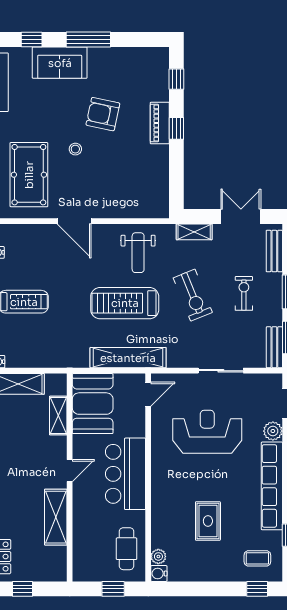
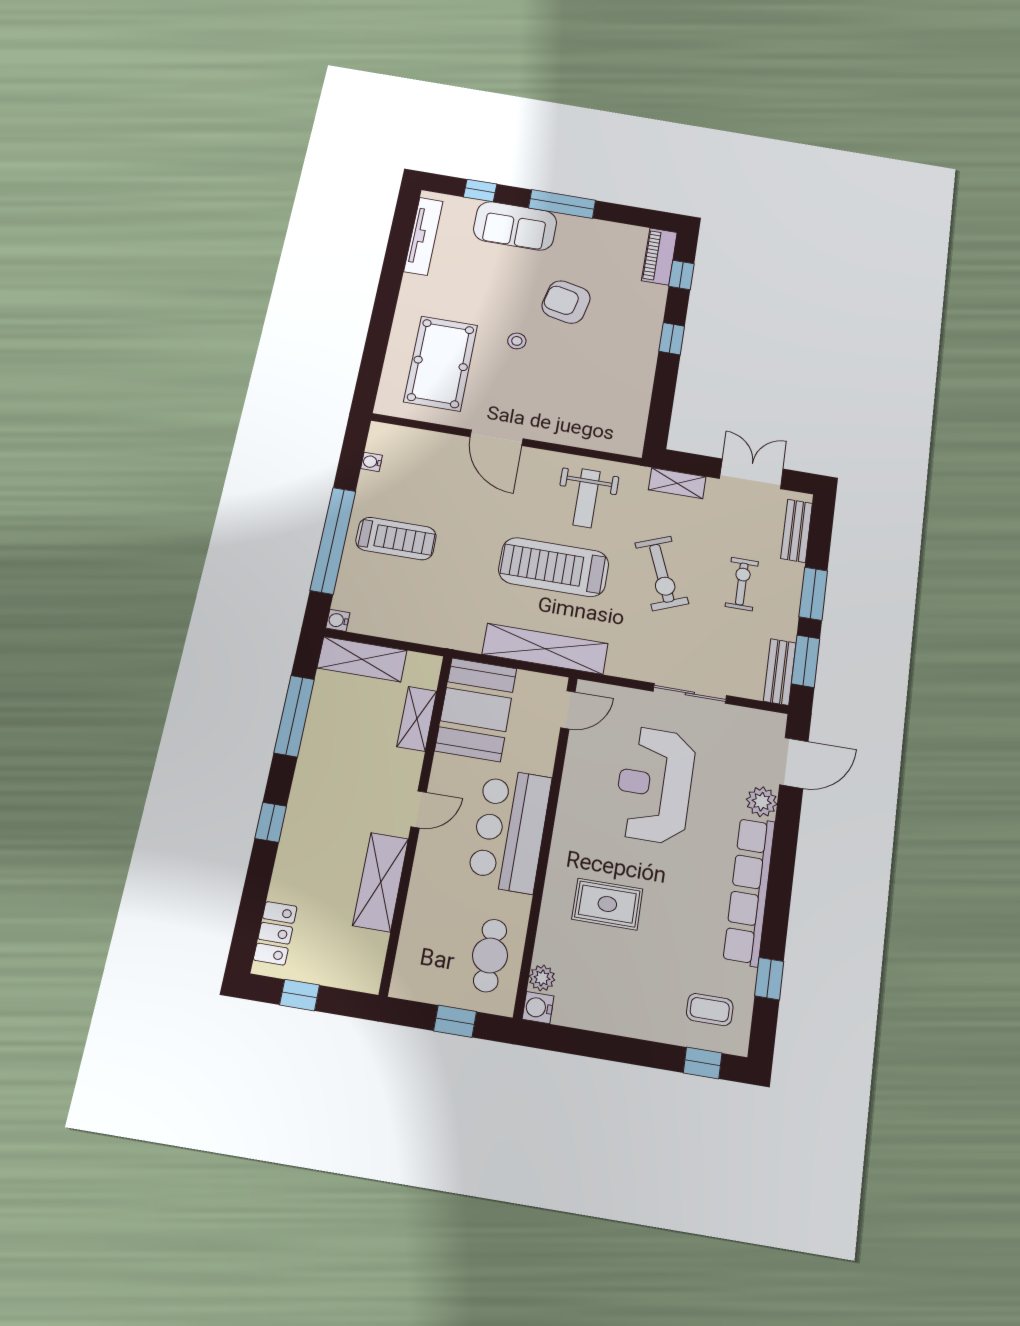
piano: (160, 123) -> (659, 257), moved
reception desk: (207, 432) -> (655, 785), turned -90
rug: (208, 521) -> (607, 904), moved, turned 90

